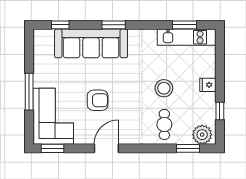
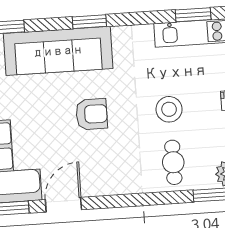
armchair: (98, 100) -> (92, 114), moved
door: (106, 148) -> (63, 205), moved

